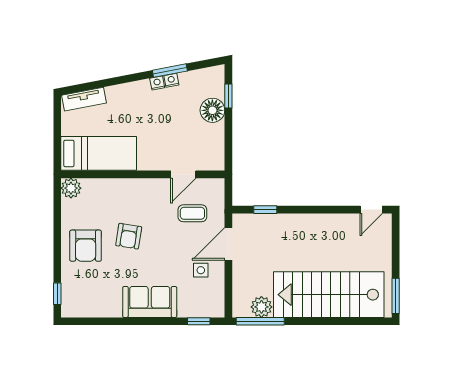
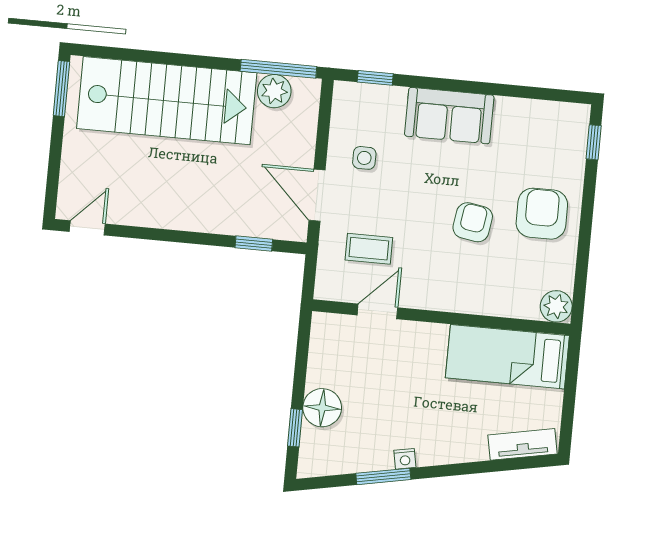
nightstand: (171, 80) -> (382, 461), removed
door: (228, 244) -> (317, 195), swing flipped

